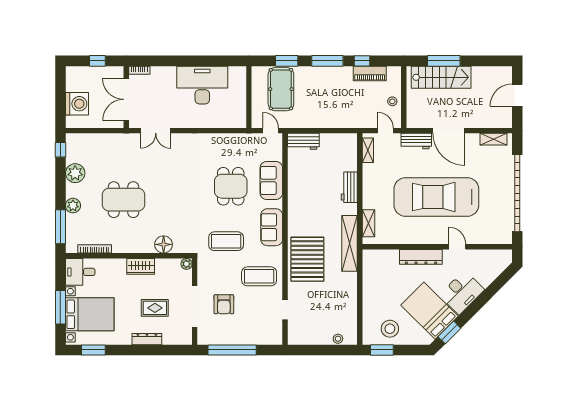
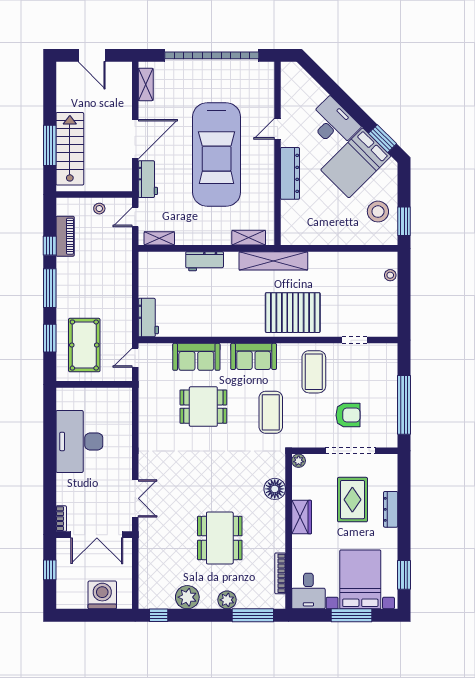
pool table: (281, 89) -> (84, 345), turned 90
rug: (155, 308) -> (352, 500), width x1.36, depth x1.43

